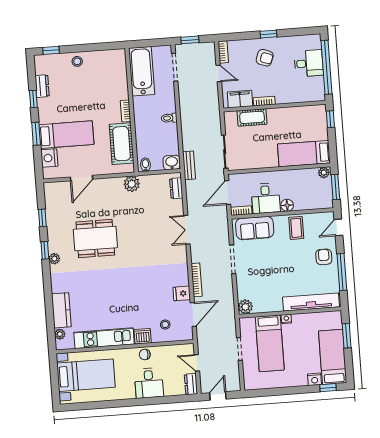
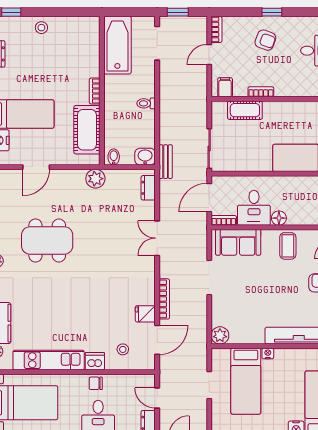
door: (219, 73) -> (209, 55), swing flipped
filing cabinet: (240, 99) -> (225, 87), width x0.50

